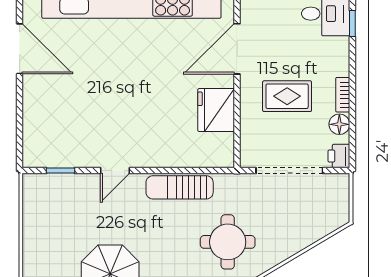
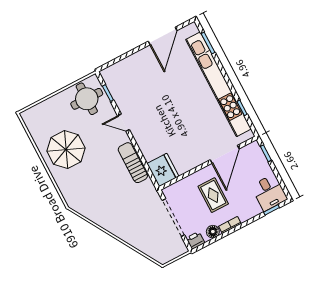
door: (237, 49) -> (225, 154), swing flipped
fridge: (216, 110) -> (163, 170), moved, turned 90
round table: (228, 242) -> (87, 99), moved

